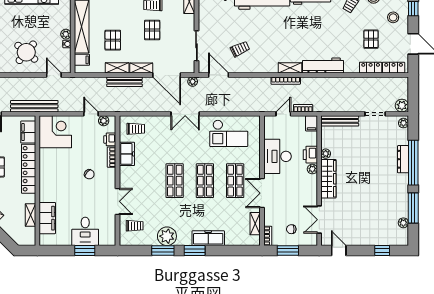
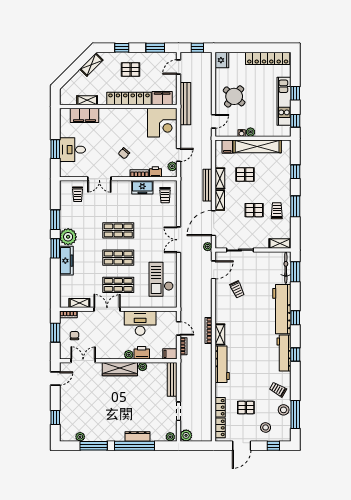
plant: (167, 236) -> (68, 237), moved

